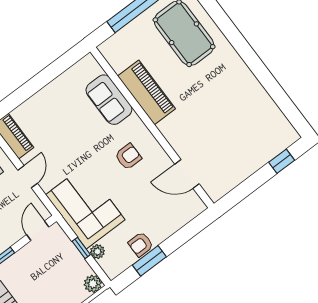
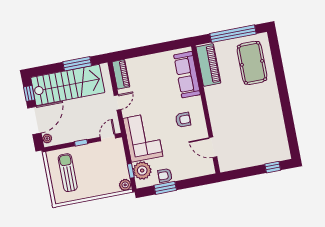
piano: (146, 92) -> (208, 65), moved
sofa: (109, 100) -> (187, 75), width x1.36
window: (81, 248) -> (131, 171), moved
plant: (97, 252) -> (142, 171), width x1.88, depth x1.88

